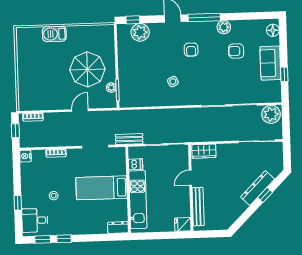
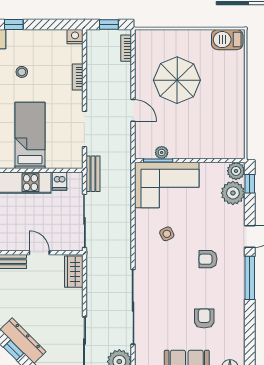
plant: (224, 27) -> (236, 171), moved
barbecue: (54, 34) -> (227, 40), moved, turned -90
parasol: (87, 69) -> (177, 80), moved
corner sofa: (136, 83) -> (167, 185), added

